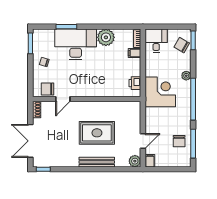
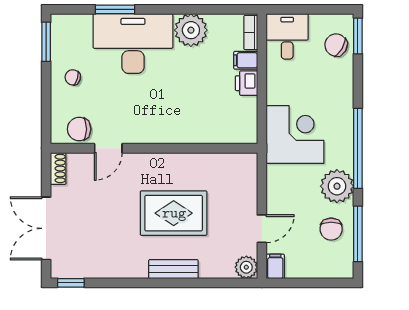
plant: (186, 76) -> (337, 186), moved, width x1.87, depth x1.87
printer: (135, 83) -> (246, 83), moved
bench: (97, 162) -> (173, 269), width x0.73

